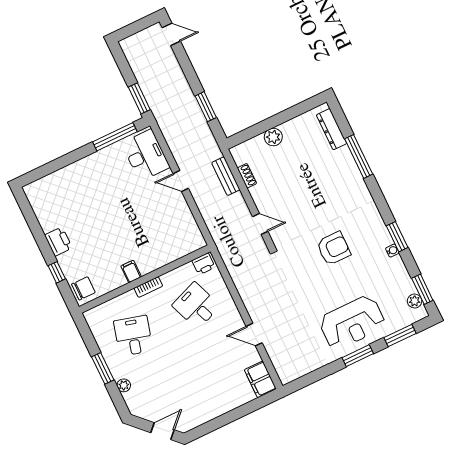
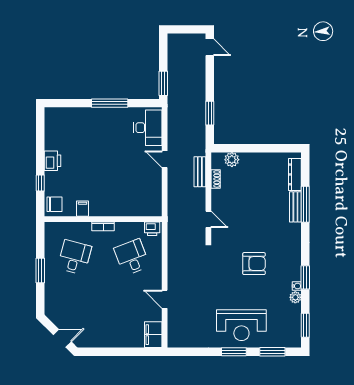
window: (115, 137) -> (110, 103), moved
plant: (273, 137) -> (232, 160), moved
bench: (349, 165) -> (295, 207), added
filing cabinet: (131, 271) -> (83, 209), moved
plant: (415, 301) -> (295, 297), moved
plant: (124, 385) -> (50, 291), removed

